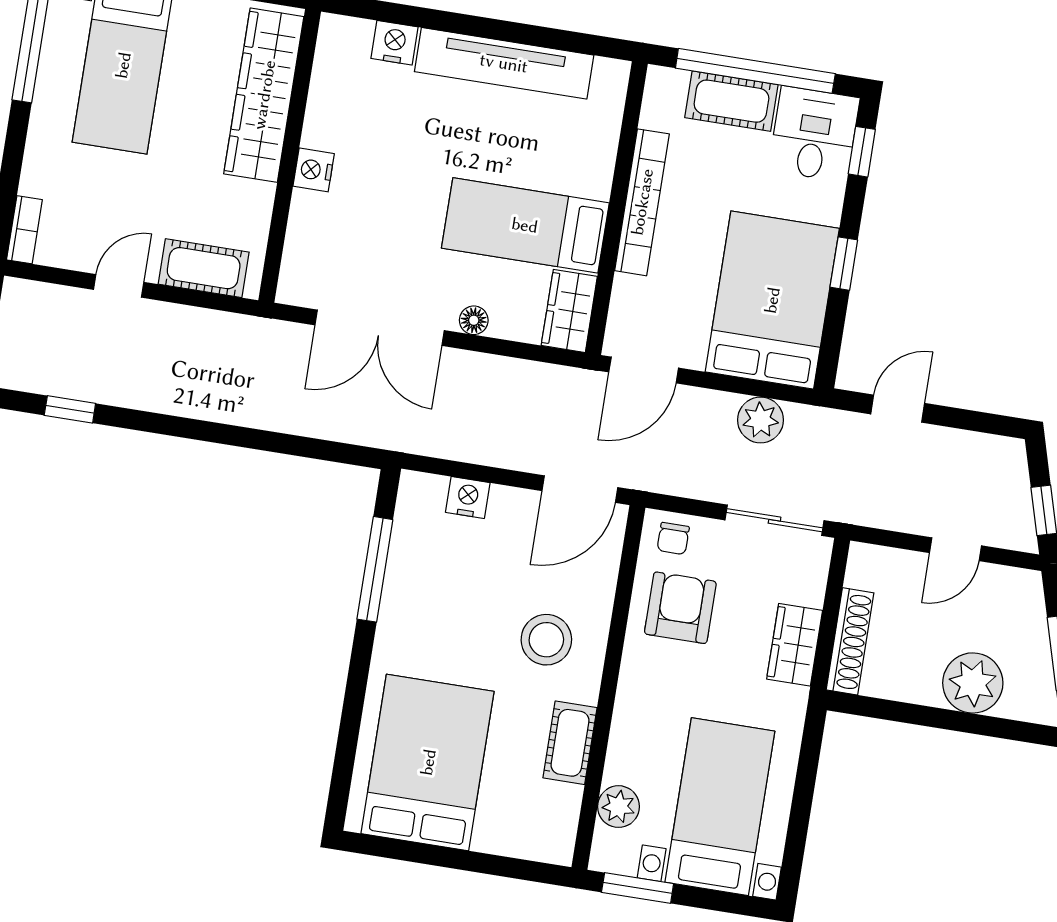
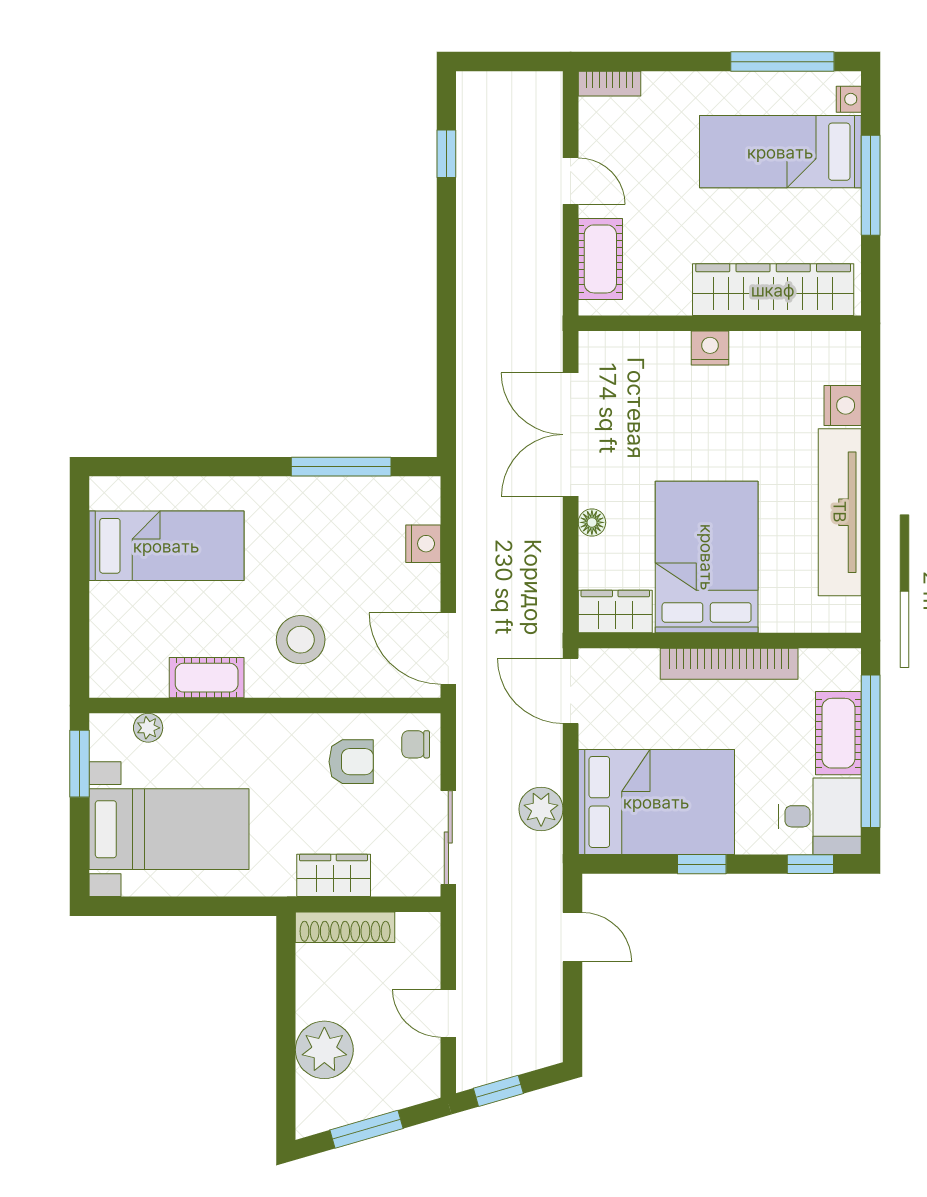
bed: (525, 225) -> (707, 557), width x1.50
armchair: (680, 608) -> (351, 762), width x0.72, depth x0.72
bed: (428, 762) -> (166, 546), width x0.67
plant: (619, 807) -> (148, 728), width x0.73, depth x0.73

